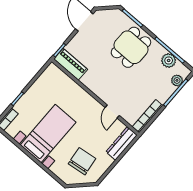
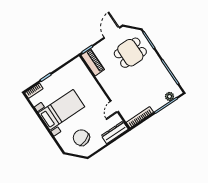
dining table: (131, 47) -> (130, 53), moved
plant: (169, 60) -> (167, 80), removed
chair: (82, 161) -> (81, 138), turned -103

